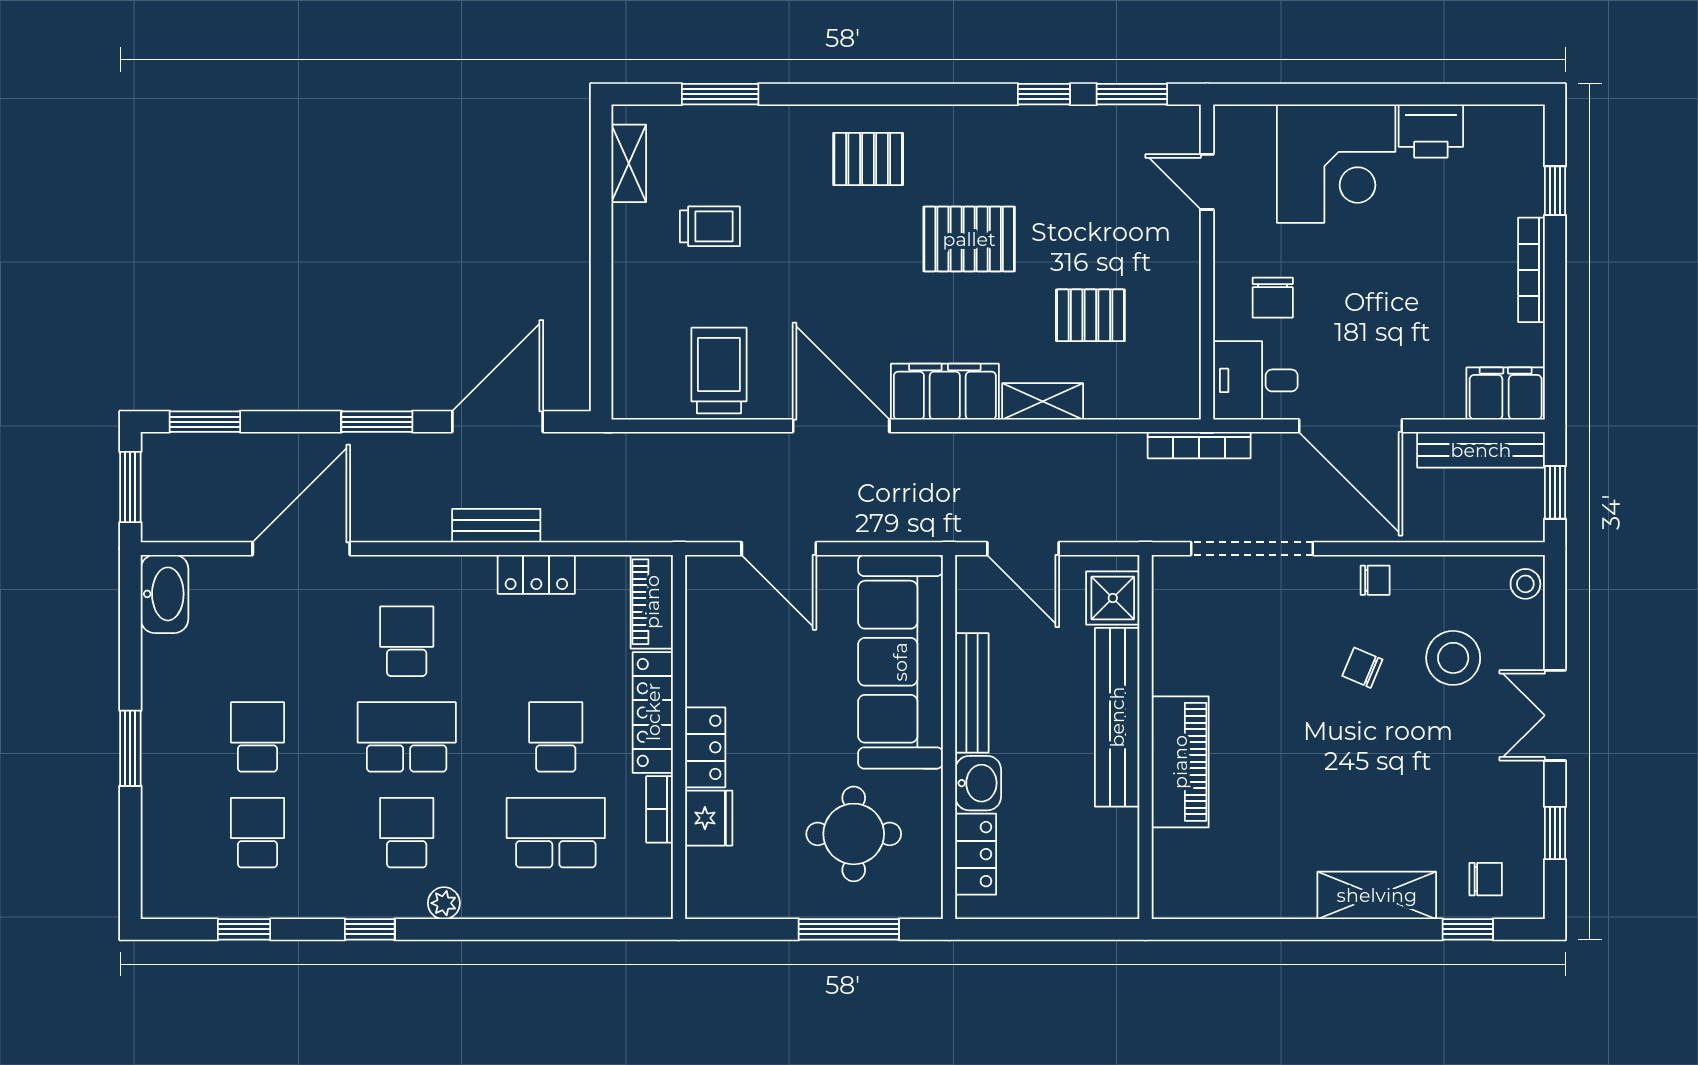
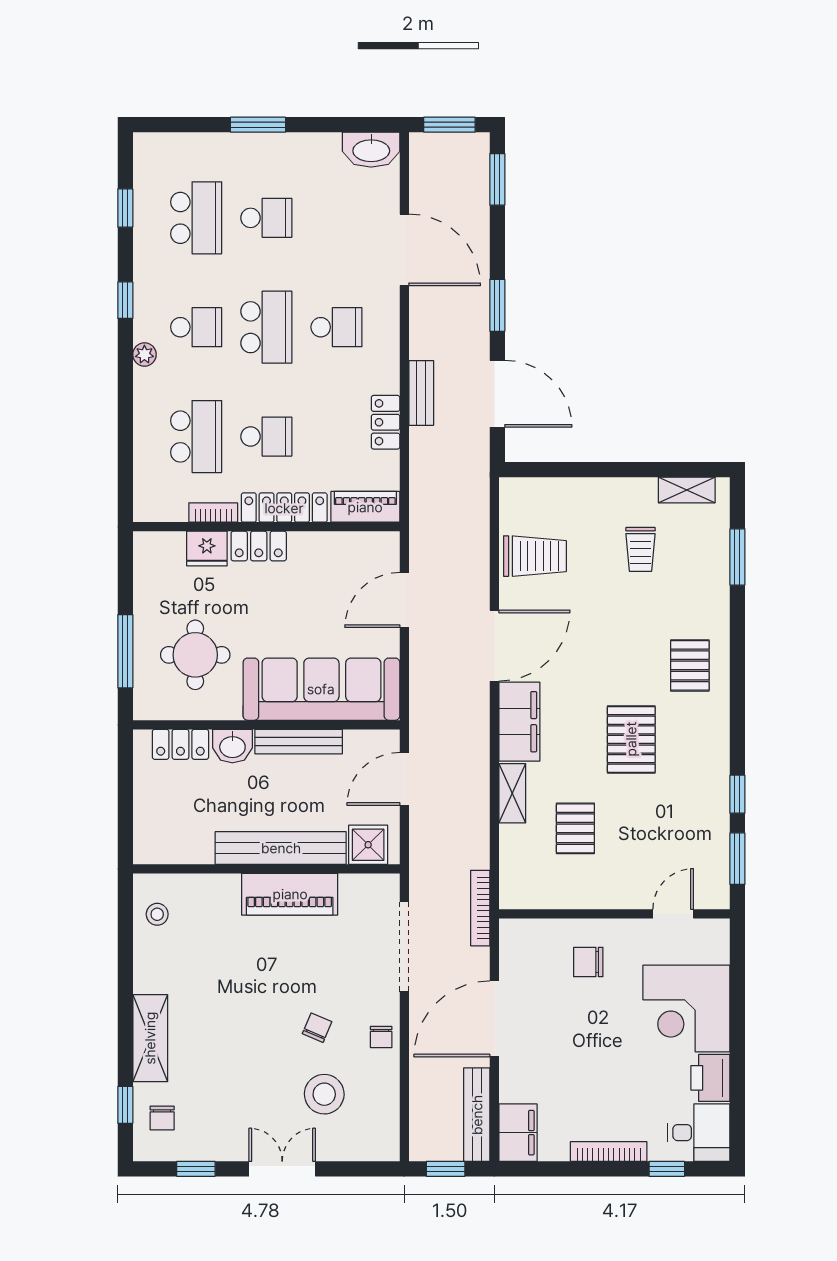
desk: (1255, 380) -> (699, 1133), moved, turned 90
stool: (1525, 584) -> (157, 914), moved
piano: (1180, 762) -> (290, 894), moved
school desk: (257, 833) -> (196, 218), width x1.85

